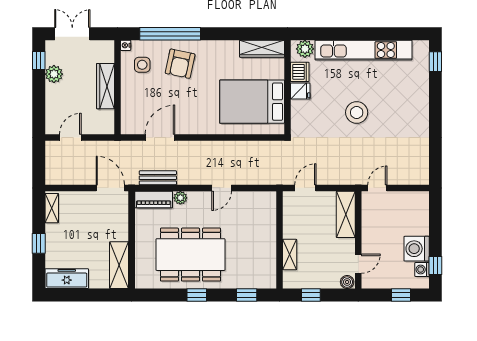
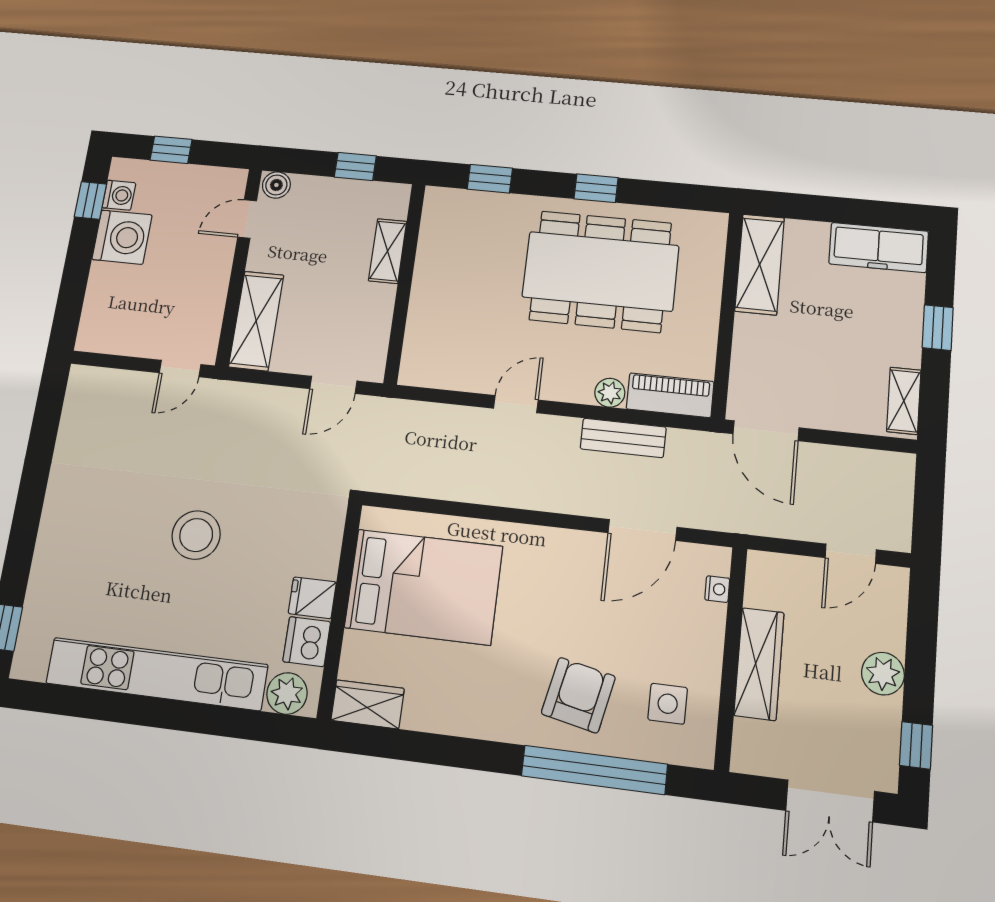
nightstand: (126, 45) -> (717, 589), moved
wardrobe: (262, 49) -> (368, 704), width x0.67
plant: (54, 74) -> (883, 674), moved
bench: (158, 178) -> (623, 438), moved

